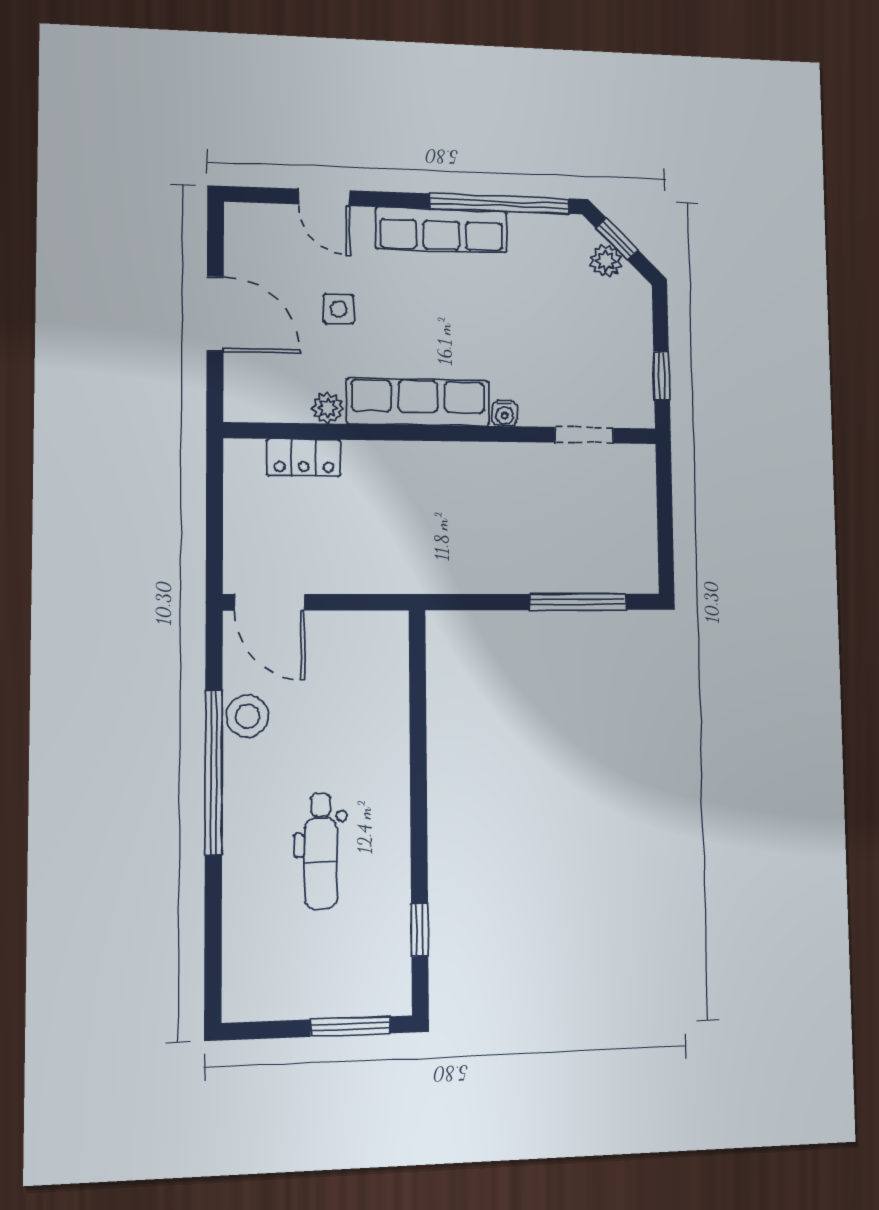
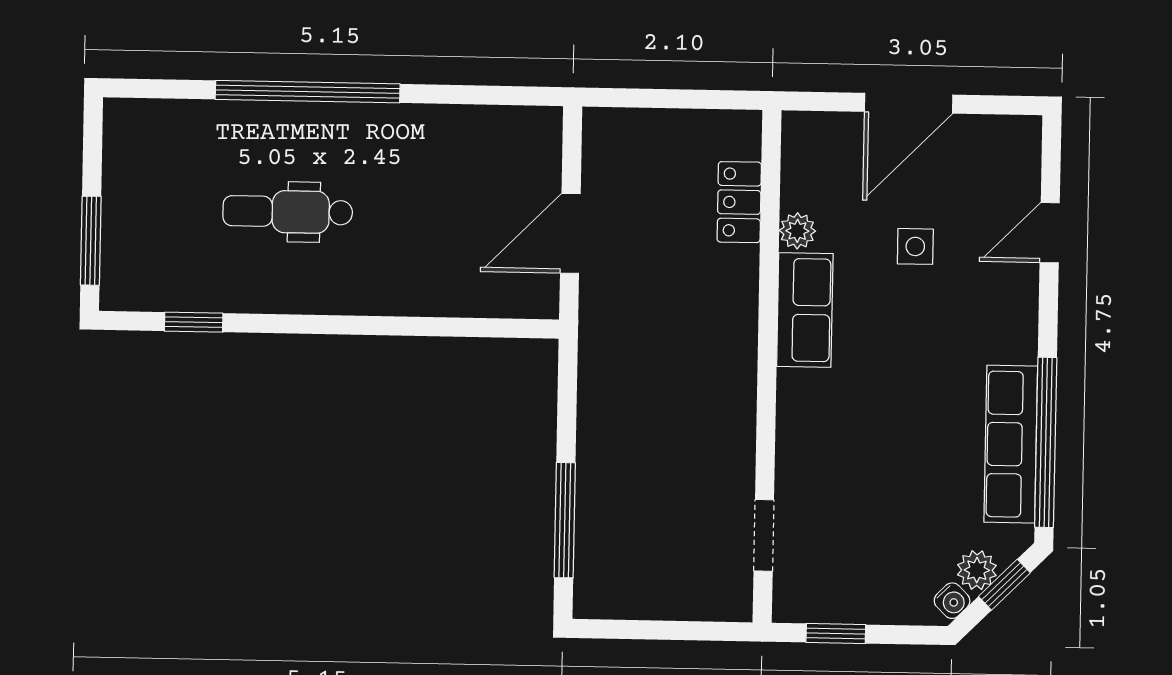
row of seats: (441, 230) -> (1011, 444), moved
row of seats: (418, 402) -> (805, 310), width x0.68
water cooler: (505, 413) -> (952, 601), moved, turned -135
door: (270, 602) -> (570, 233), moved
stool: (248, 716) -> (443, 132), removed
window: (214, 772) -> (308, 92), moved

